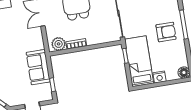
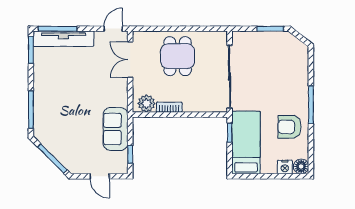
armchair: (166, 32) -> (290, 127), moved, turned 180
nightstand: (159, 77) -> (285, 167), moved

